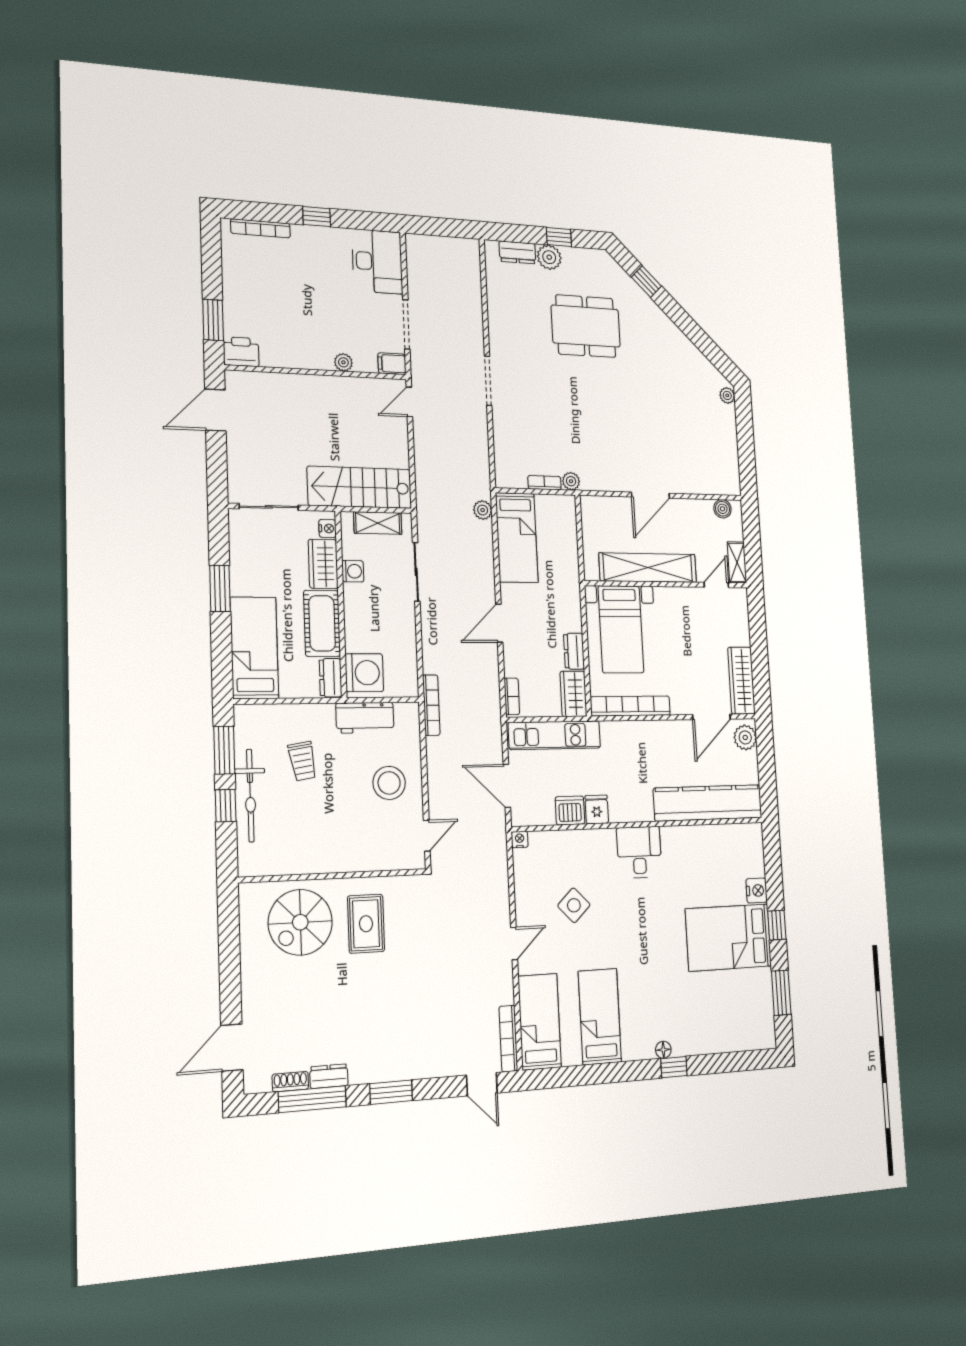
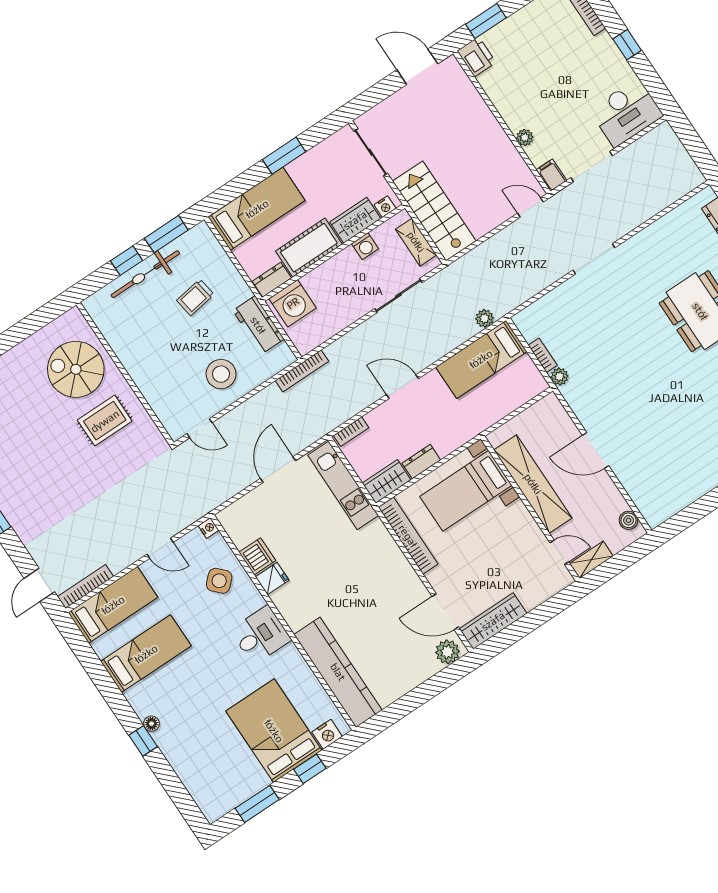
kitchen counter: (708, 803) -> (338, 672), moved
fridge: (597, 809) -> (272, 579), moved
dishwasher: (570, 810) -> (257, 556), moved
wall: (640, 824) -> (283, 622), moved
nightstand: (520, 840) -> (209, 528), moved
desk: (639, 852) -> (261, 635), moved

